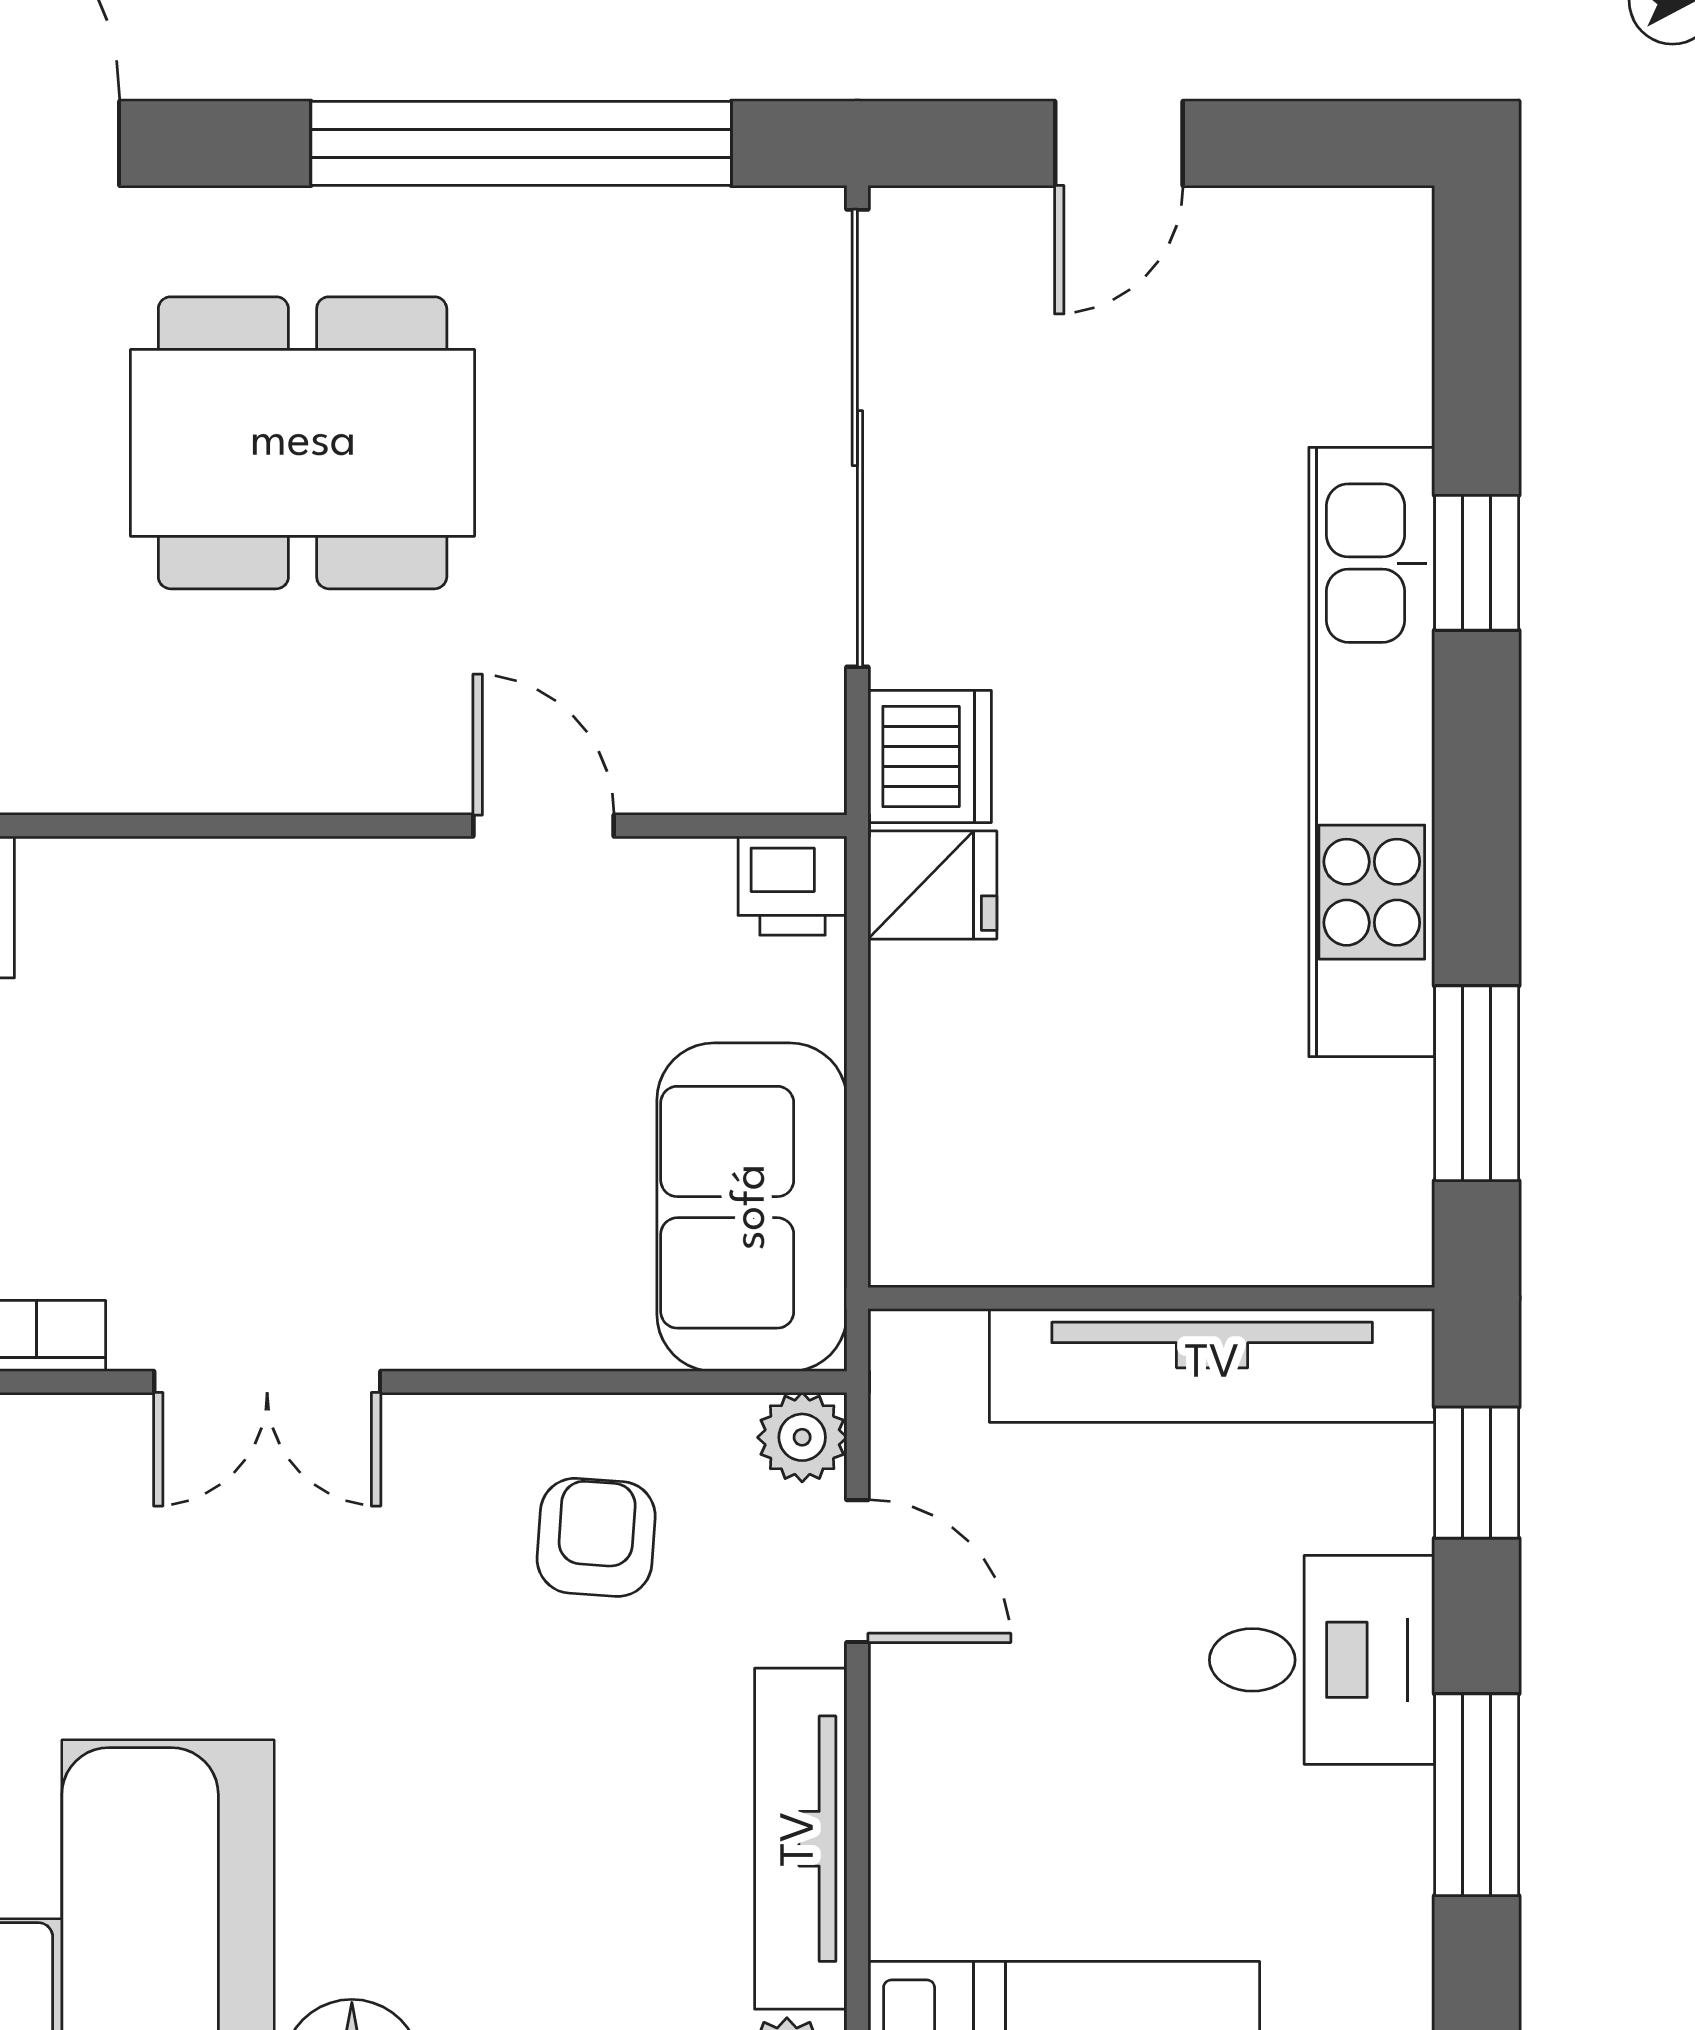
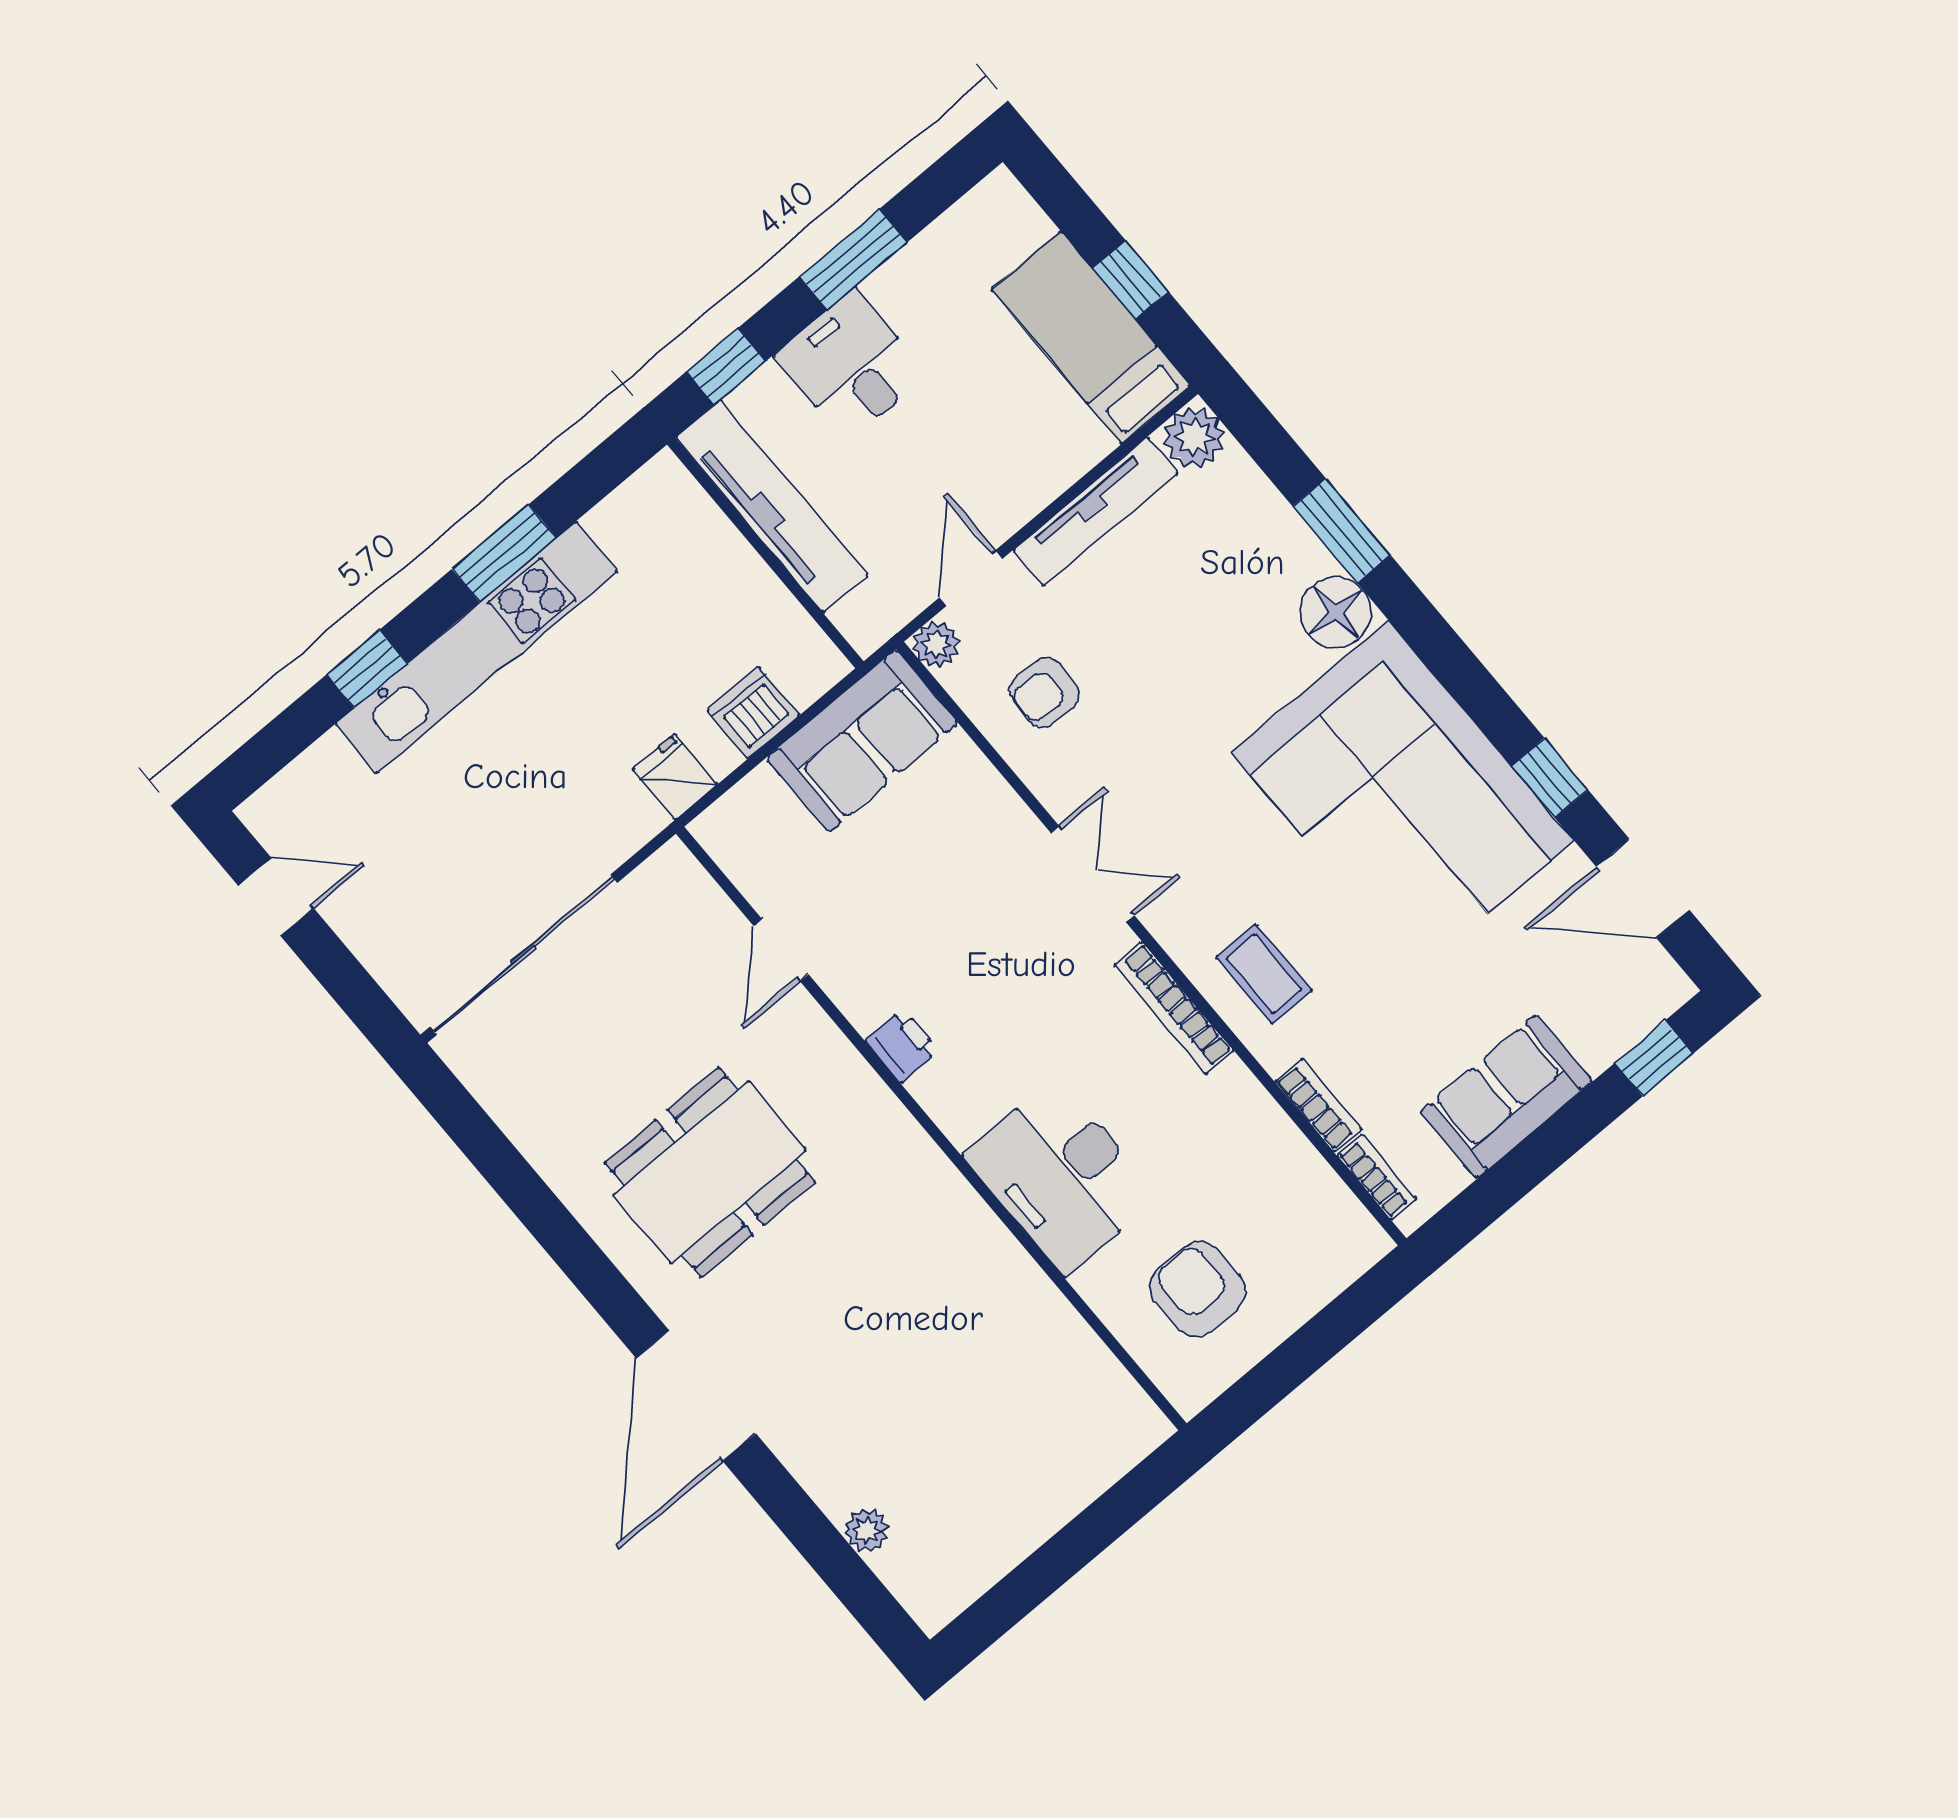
window: (521, 143) -> (519, 1186), removed
door: (1119, 143) -> (276, 897), moved
dining table: (303, 443) -> (710, 1172), turned 90
dishwasher: (930, 757) -> (753, 712), moved
printer: (792, 886) -> (902, 1046), moved
window: (1477, 1083) -> (504, 553), moved

